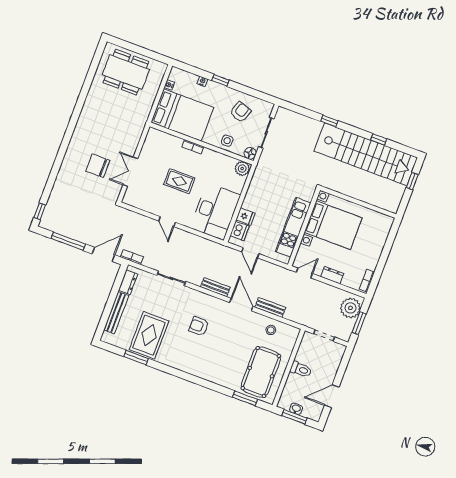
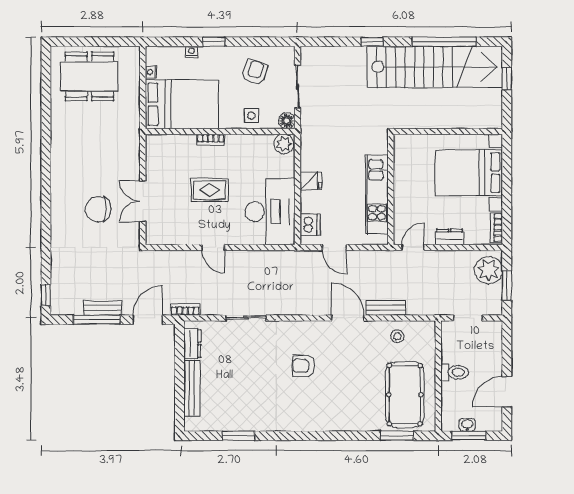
window: (379, 139) -> (444, 42), width x3.17
fridge: (245, 217) -> (311, 181), moved
bed with nightstands: (333, 225) -> (469, 173), moved, turned 180
bench: (215, 287) -> (102, 308), moved
rug: (149, 335) -> (244, 401), removed

